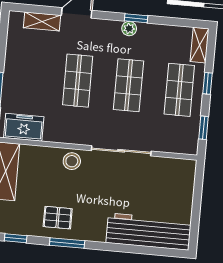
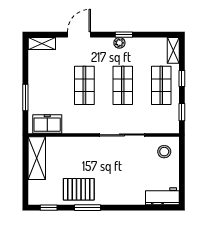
shelving: (42, 21) -> (42, 43), moved
stool: (72, 161) -> (164, 152), moved
pallet: (58, 218) -> (79, 189), width x1.50, depth x1.42
workbench: (149, 232) -> (162, 196), width x0.53, depth x0.76

